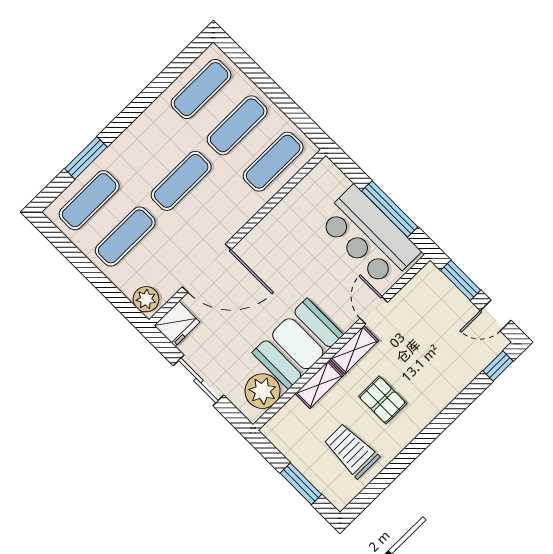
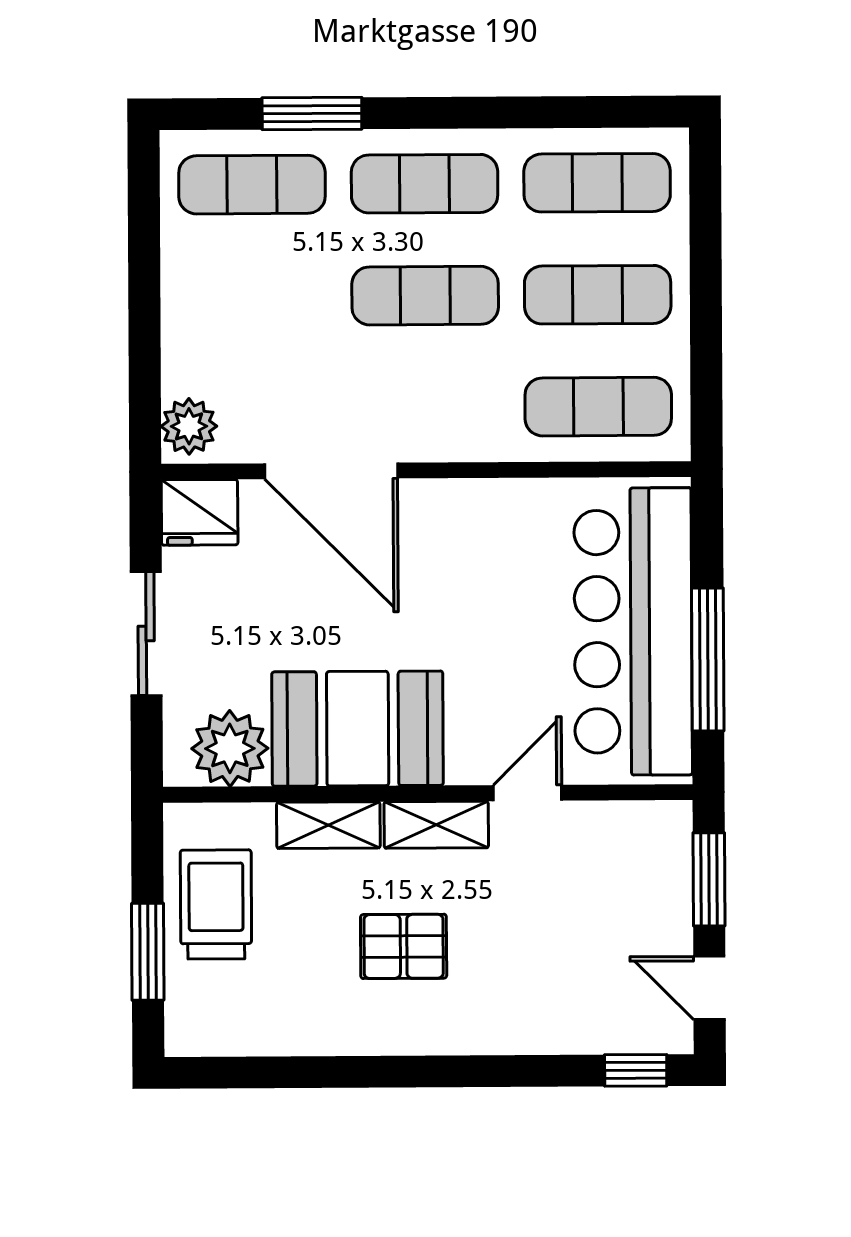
exercise mat: (125, 236) -> (425, 184), moved
bar counter: (369, 236) -> (633, 631), width x1.36
pallet: (383, 400) -> (404, 946), turned 90
trolley: (351, 451) -> (216, 904), moved

